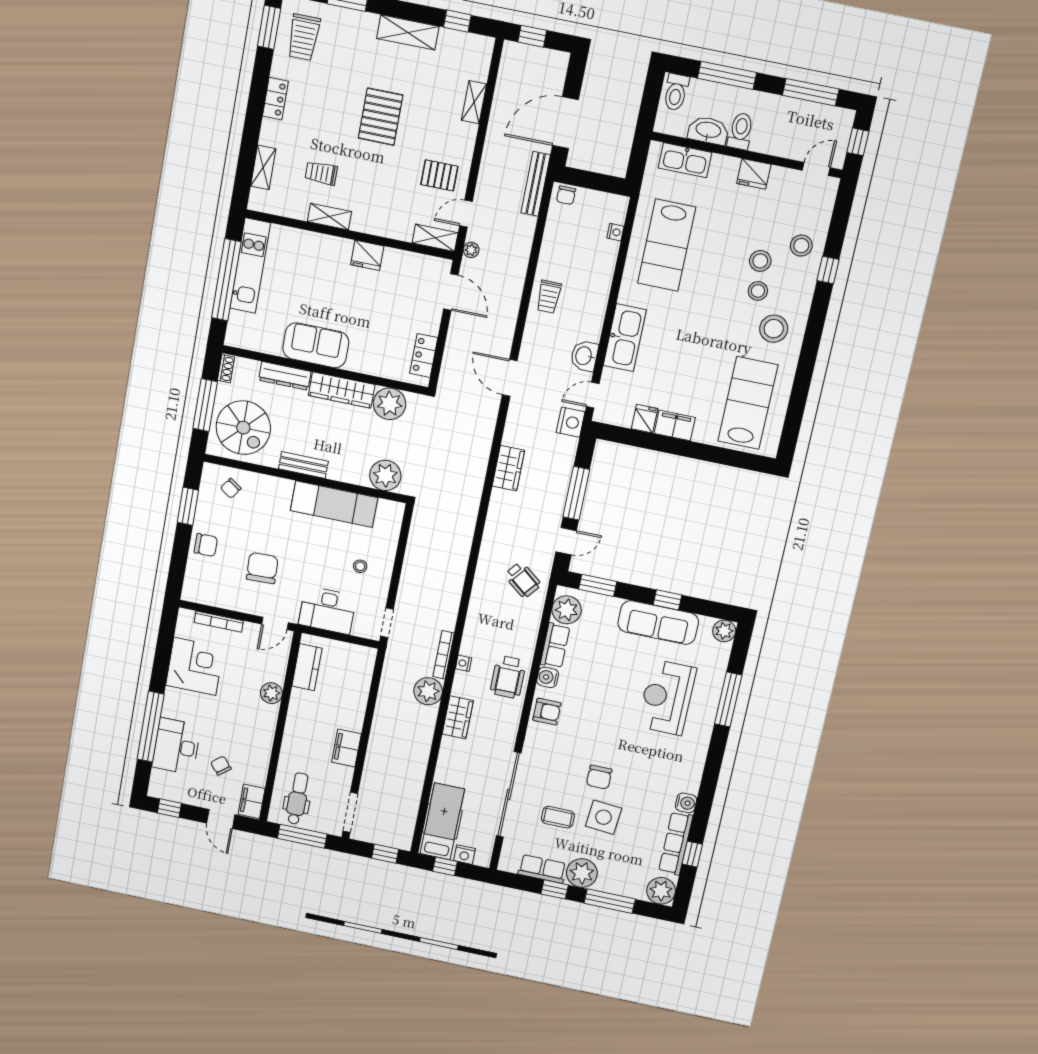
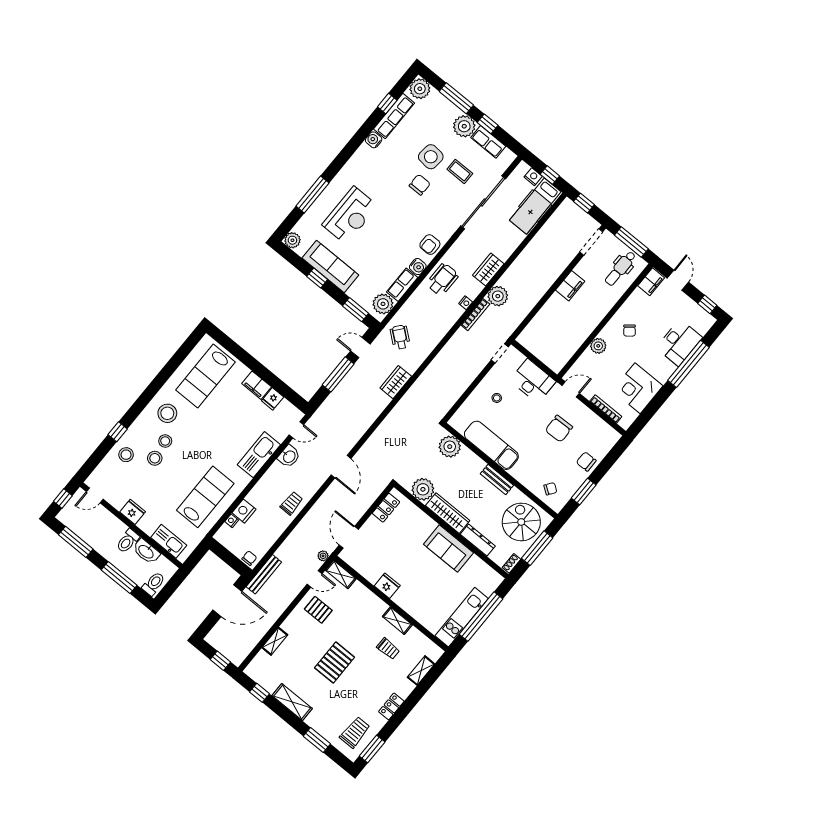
nightstand: (571, 422) -> (244, 511), moved
wardrobe: (508, 468) -> (396, 382), moved
kitchen counter: (307, 667) -> (566, 351), removed
armchair: (547, 712) -> (430, 245), turned -90
chair: (221, 766) -> (630, 331), moved

